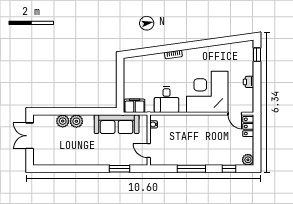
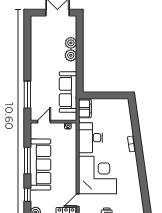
desk: (167, 100) -> (91, 138), width x1.37
sofa: (196, 154) -> (41, 165), added
window: (119, 169) -> (27, 95), width x1.44

